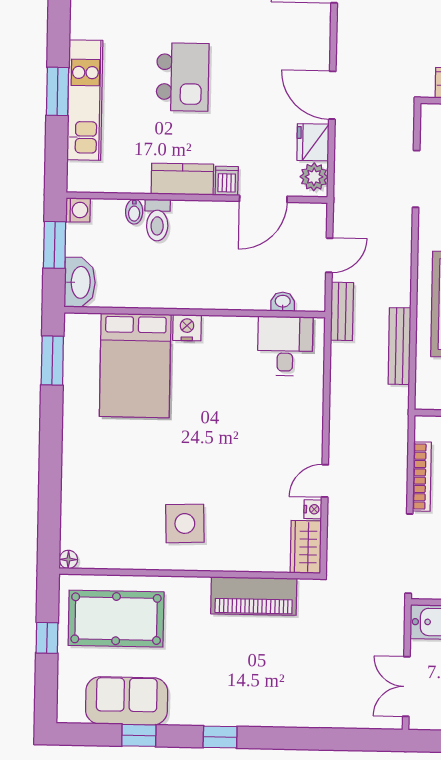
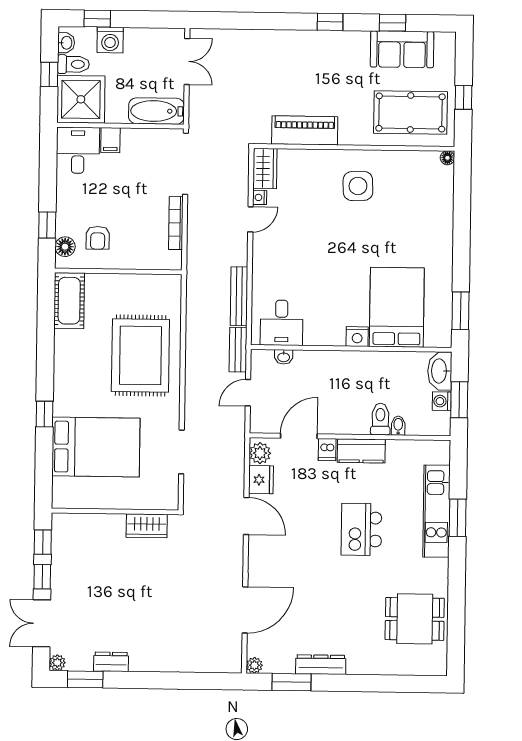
washing machine: (78, 210) -> (442, 401), moved
bench: (399, 346) -> (239, 296), moved

